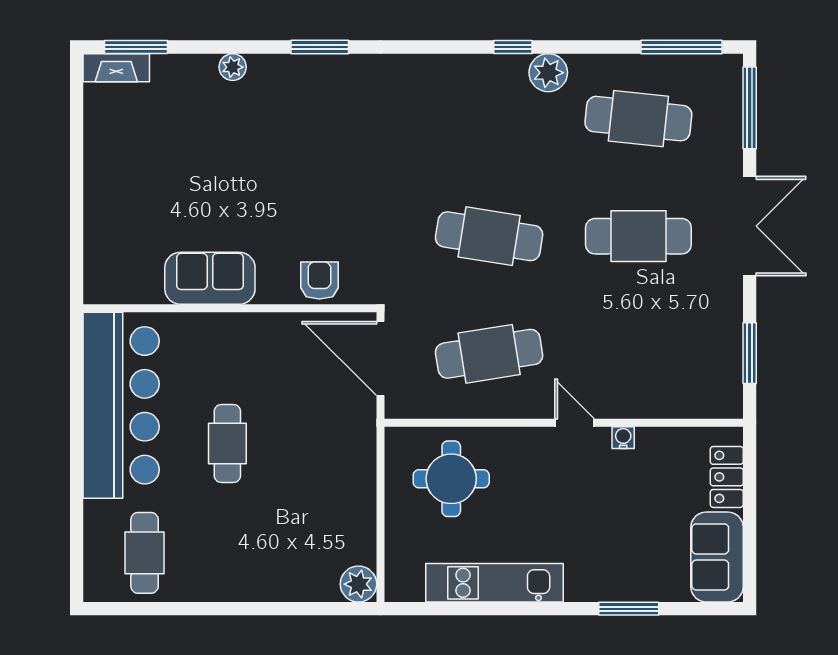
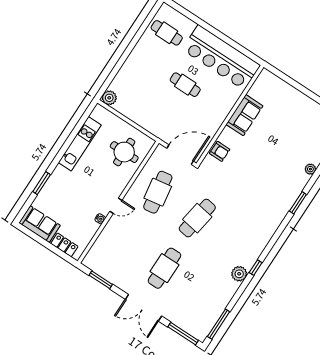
cafe table: (638, 119) -> (204, 294), removed

